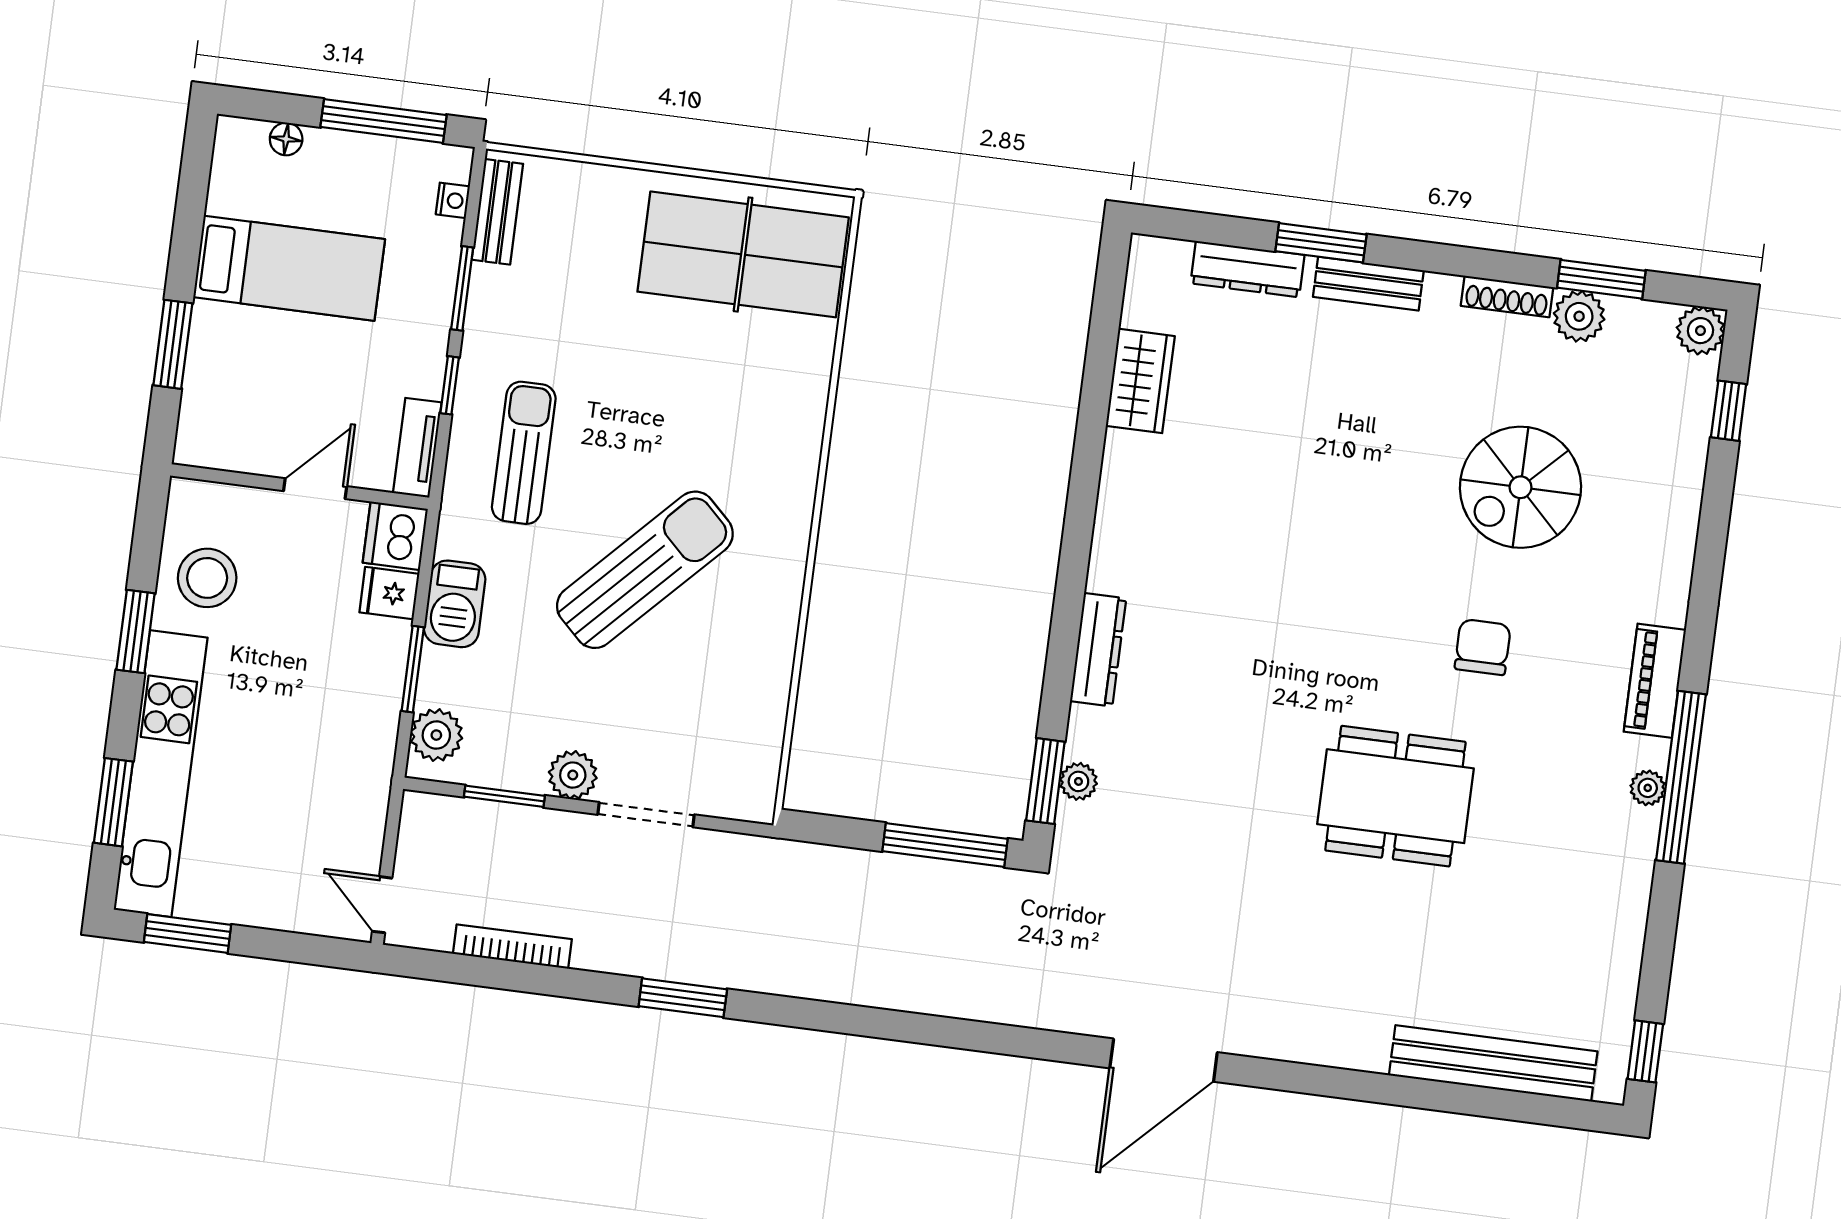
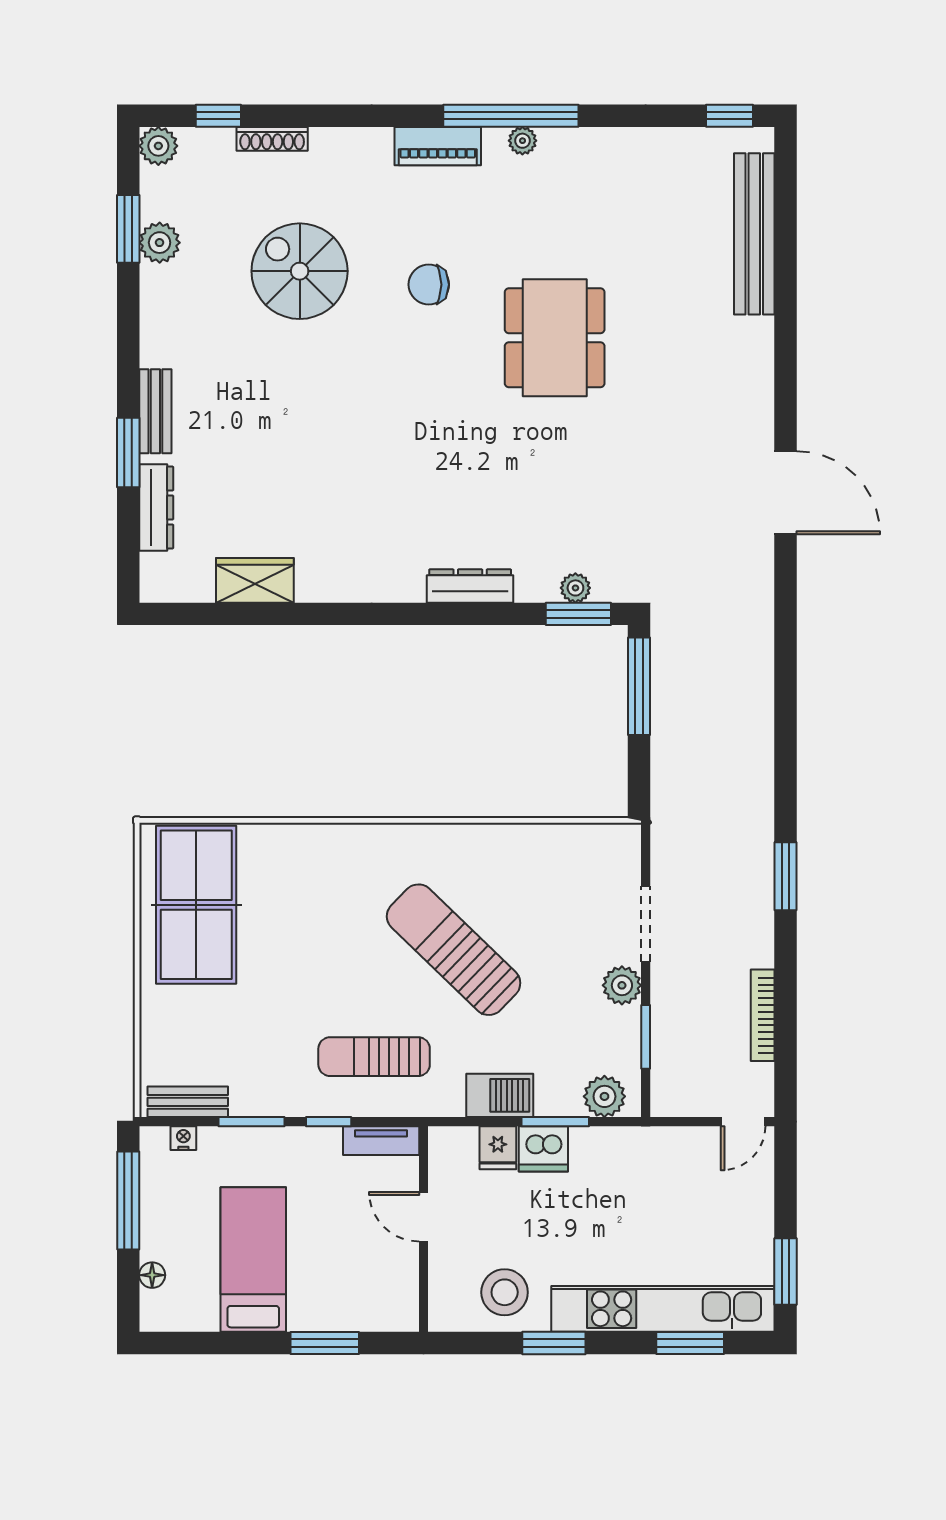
shoe rack: (1507, 296) -> (272, 139), moved, turned 90
spiral stairs: (1520, 487) -> (300, 271), turned 180
dishwasher: (395, 536) -> (543, 1149), moved

